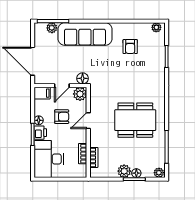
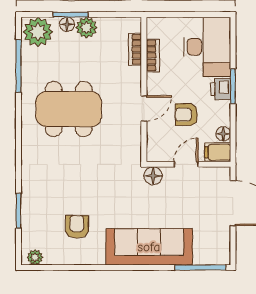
plant: (52, 28) -> (202, 257), removed
plant: (80, 94) -> (157, 151), removed
floor lamp: (39, 120) -> (223, 134), moved
plant: (159, 173) -> (38, 32), width x1.88, depth x1.88

